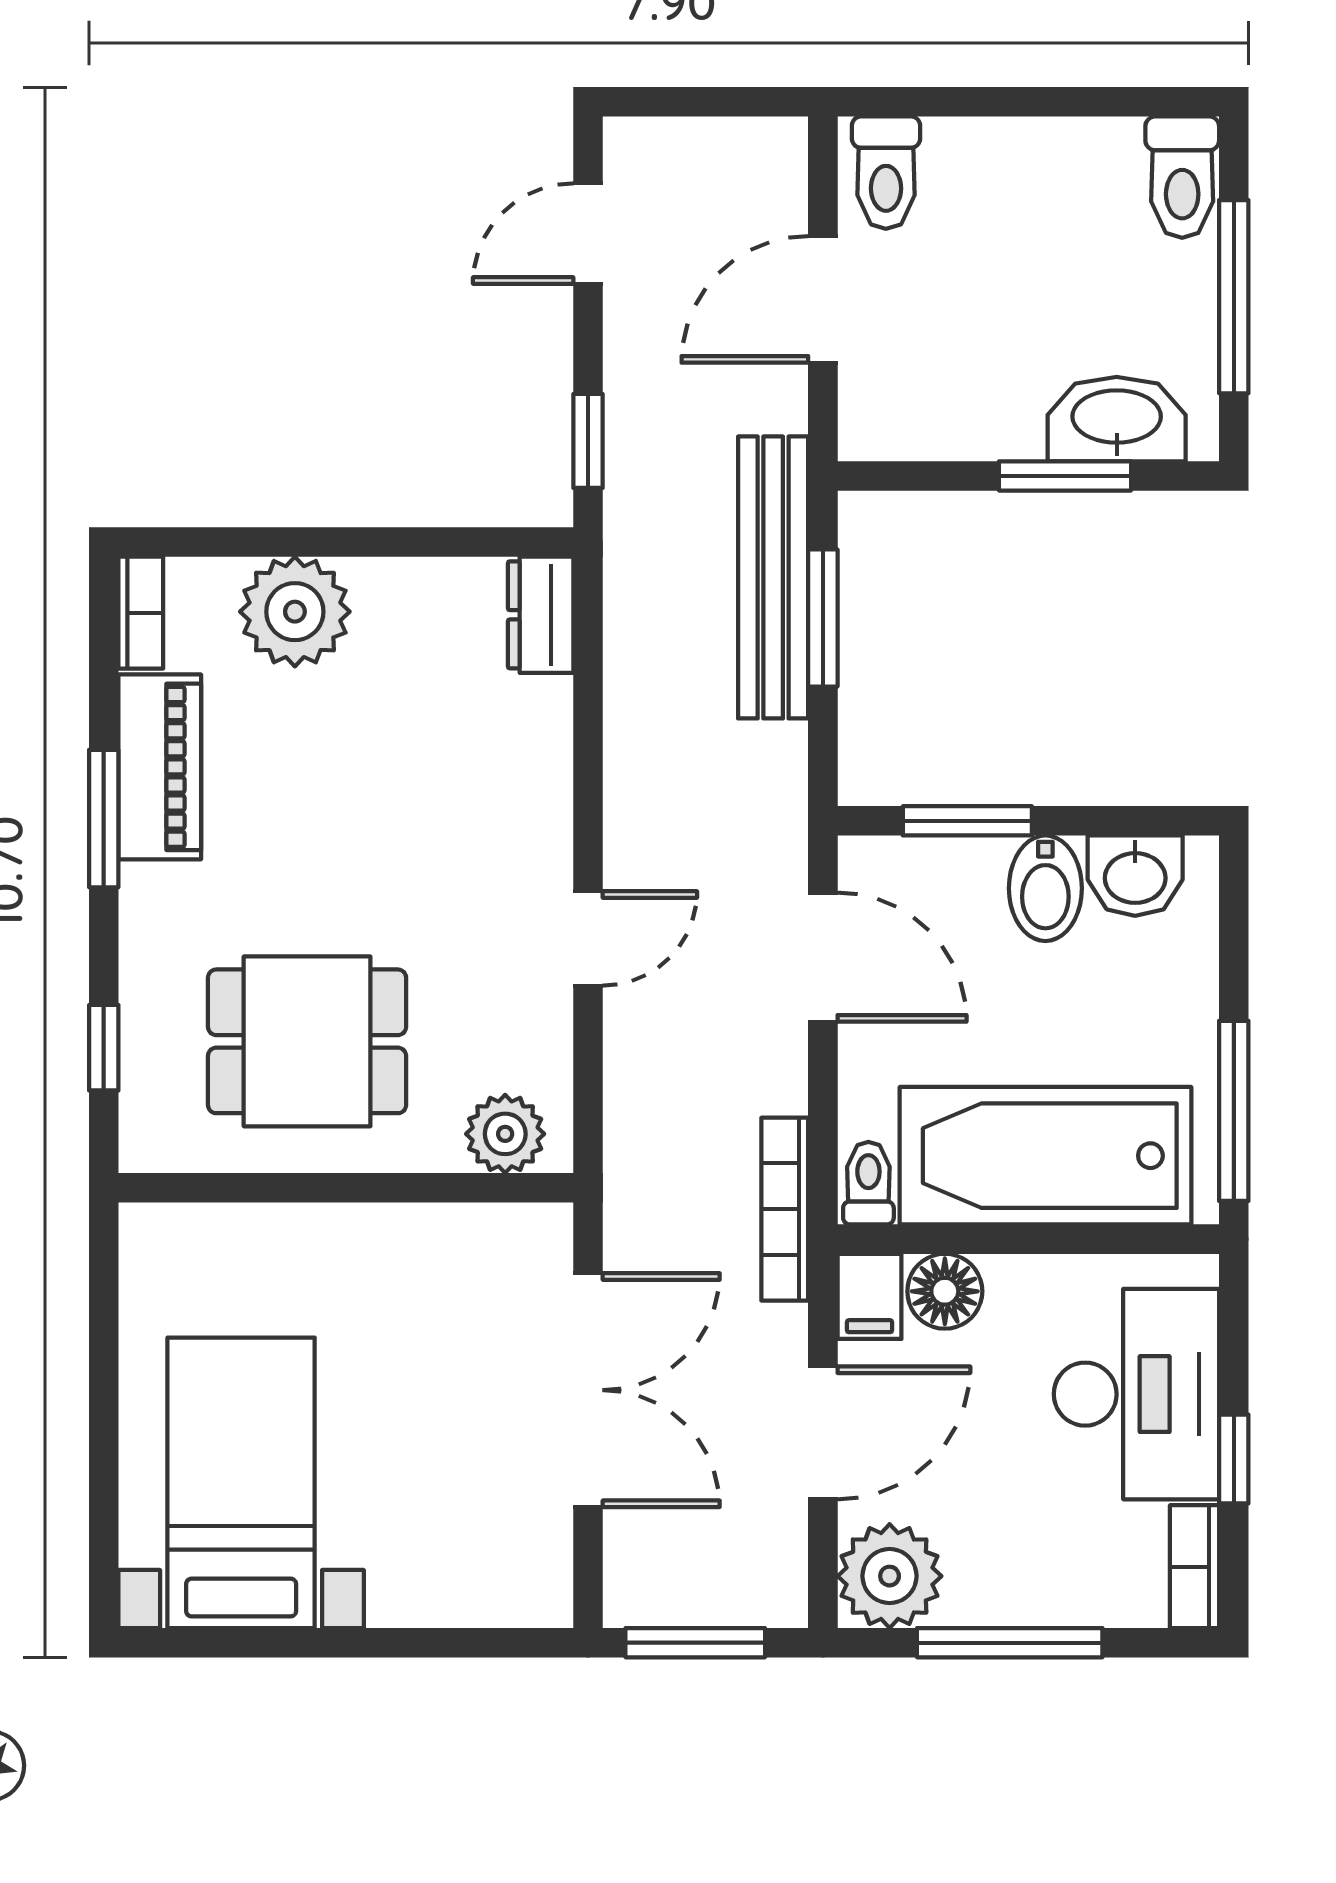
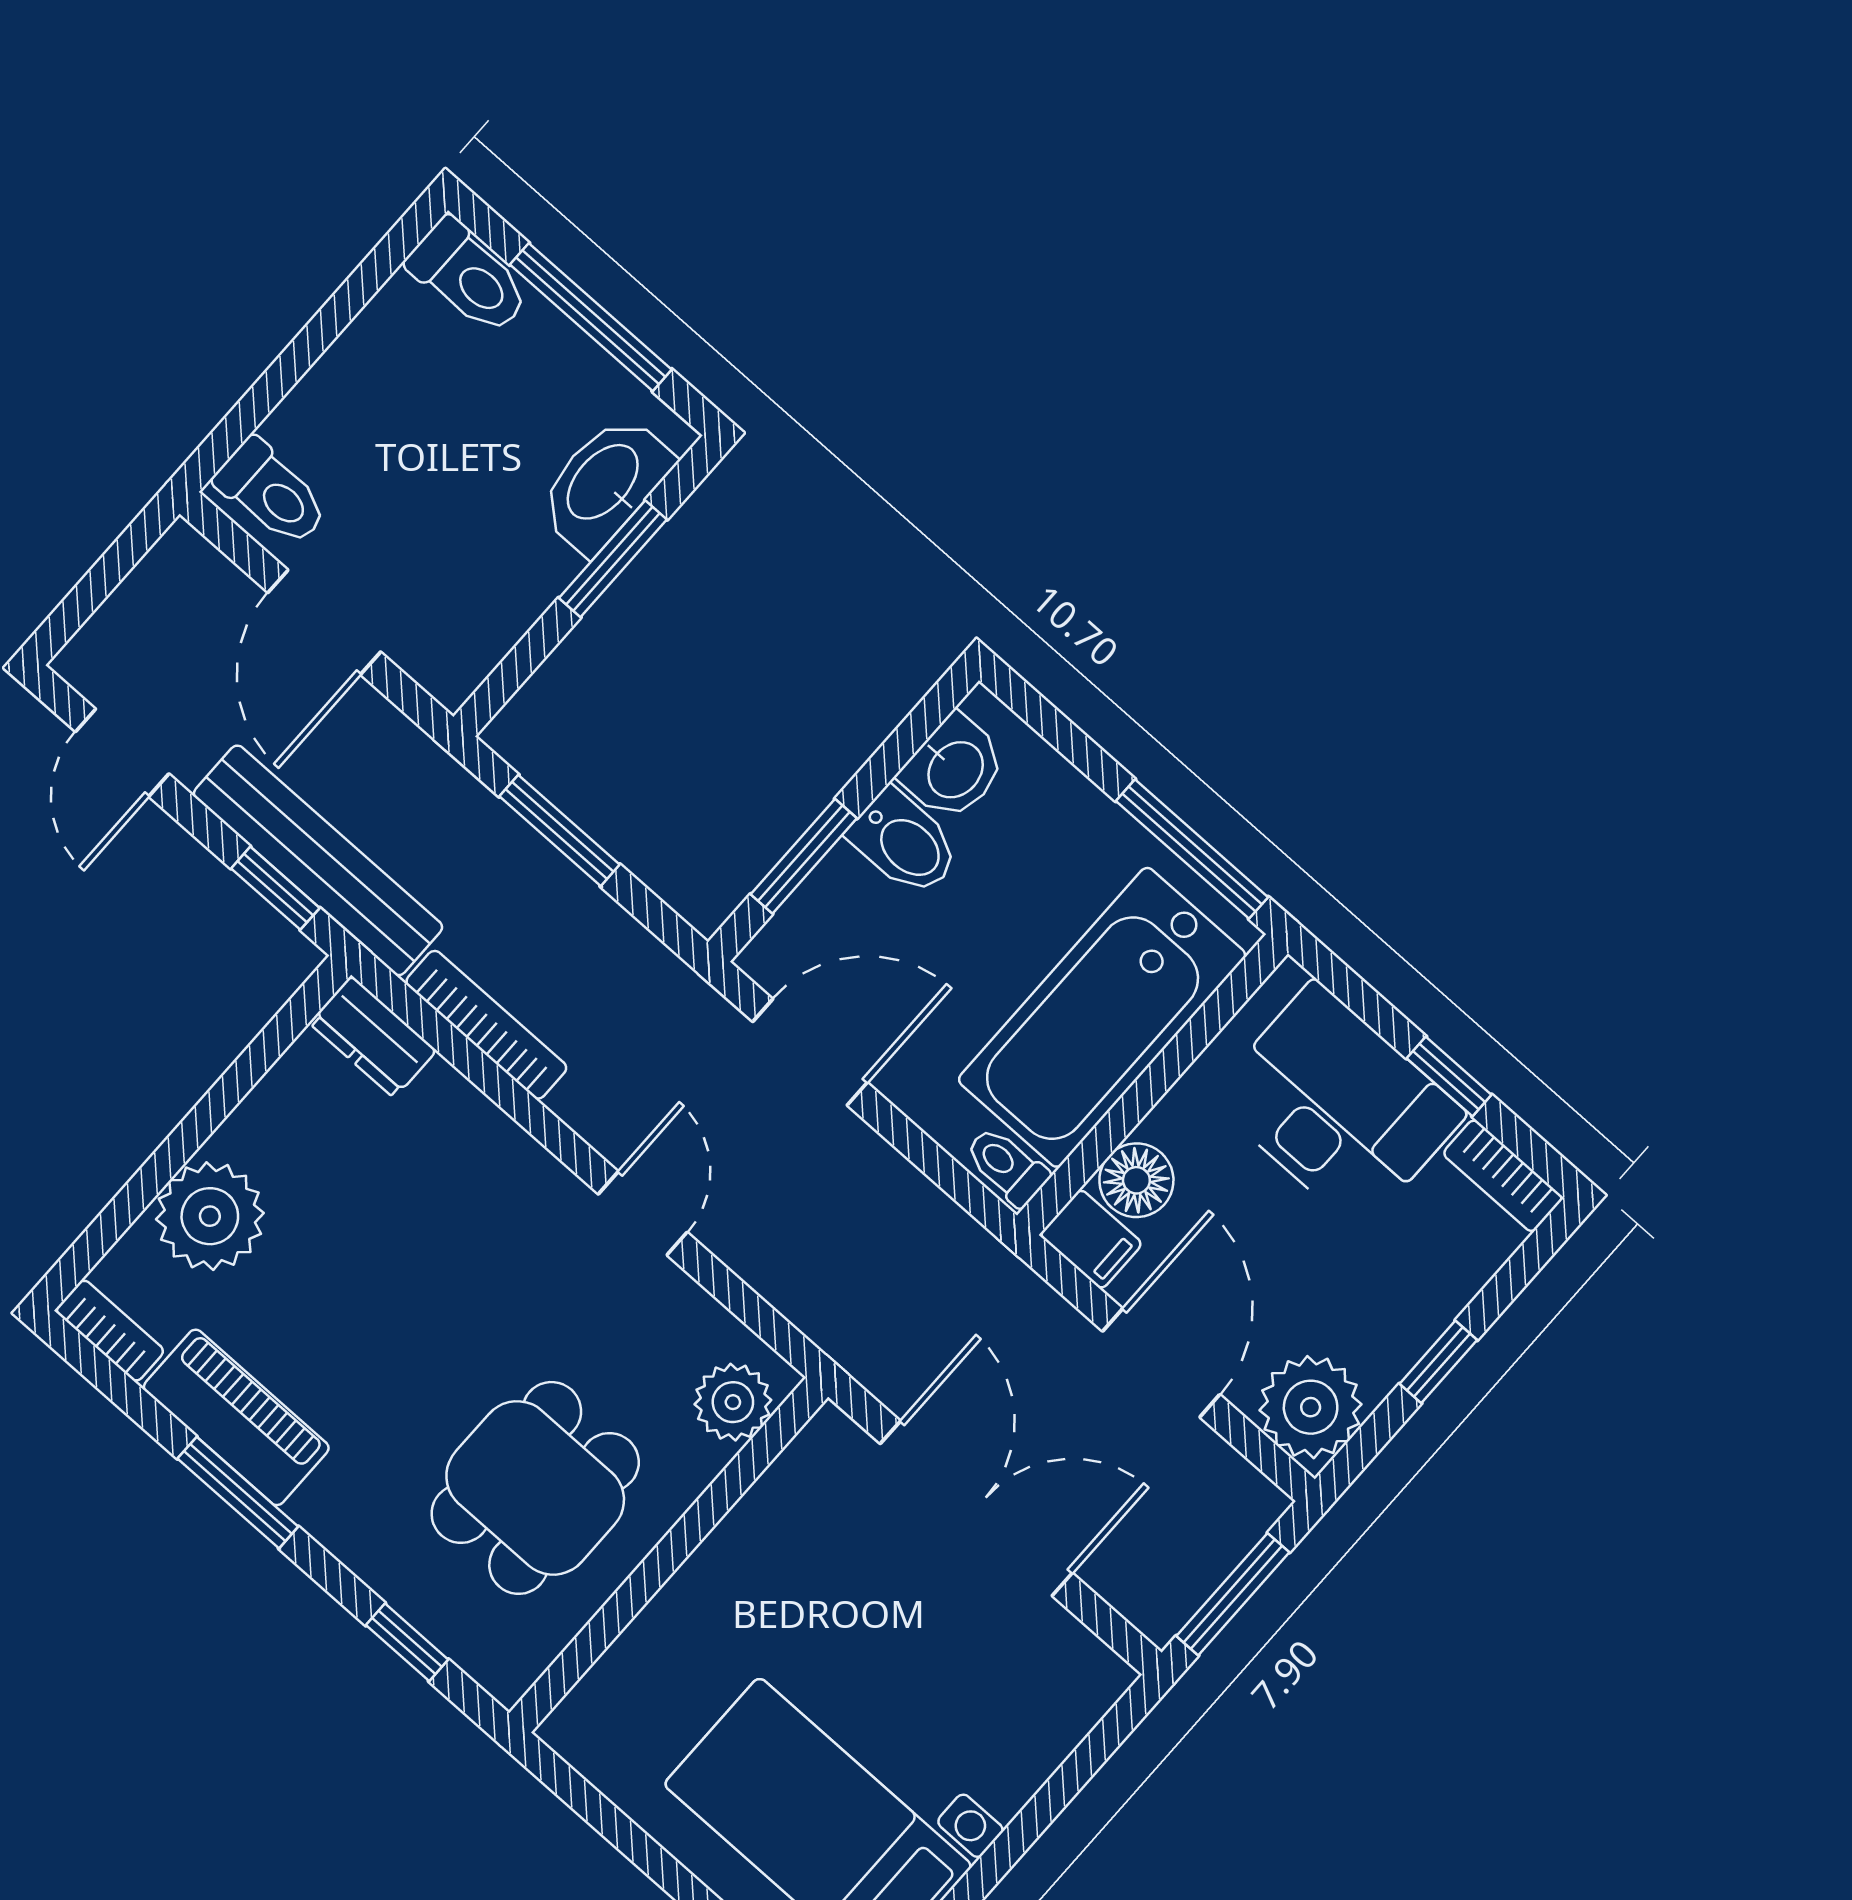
bench: (773, 577) -> (318, 860), moved
bookcase: (785, 1209) -> (486, 1025), moved, turned 180
window: (1010, 1643) -> (1438, 1362), width x0.46

